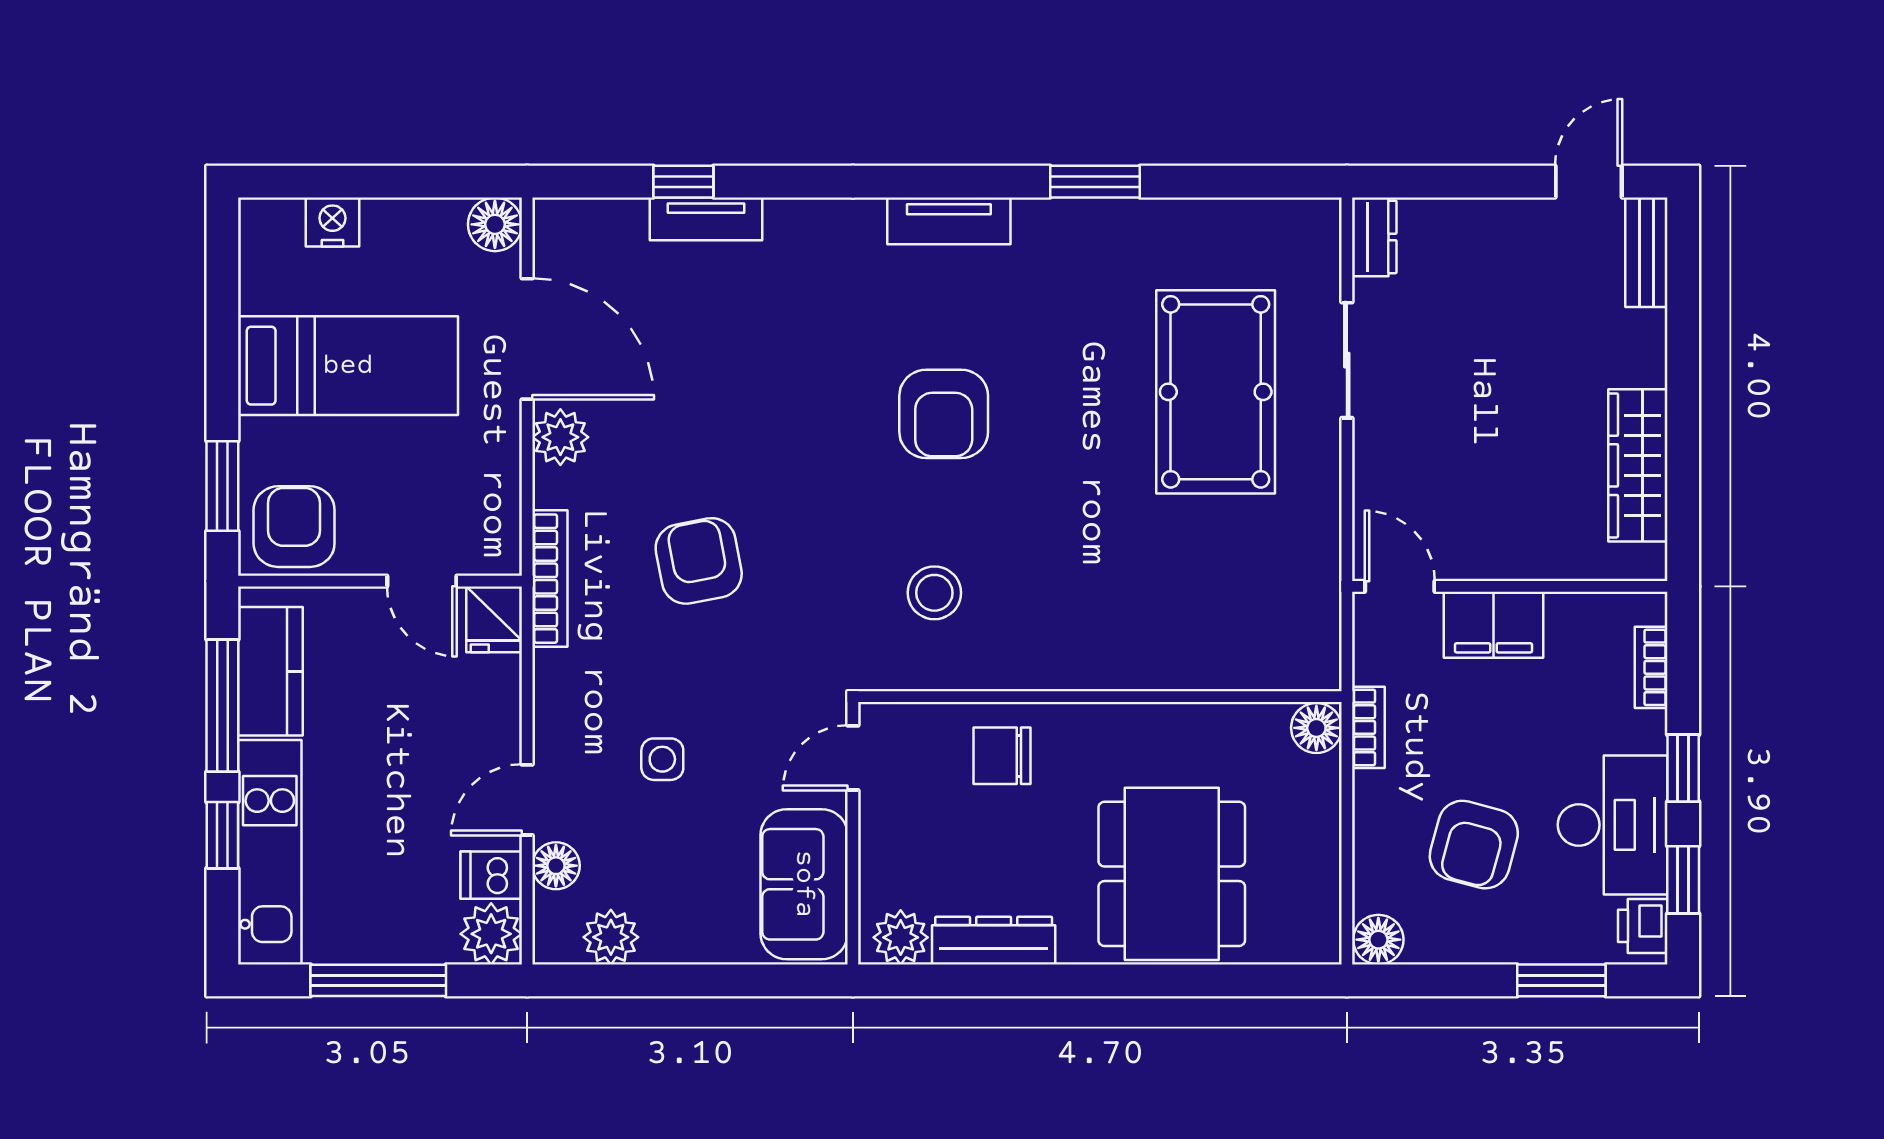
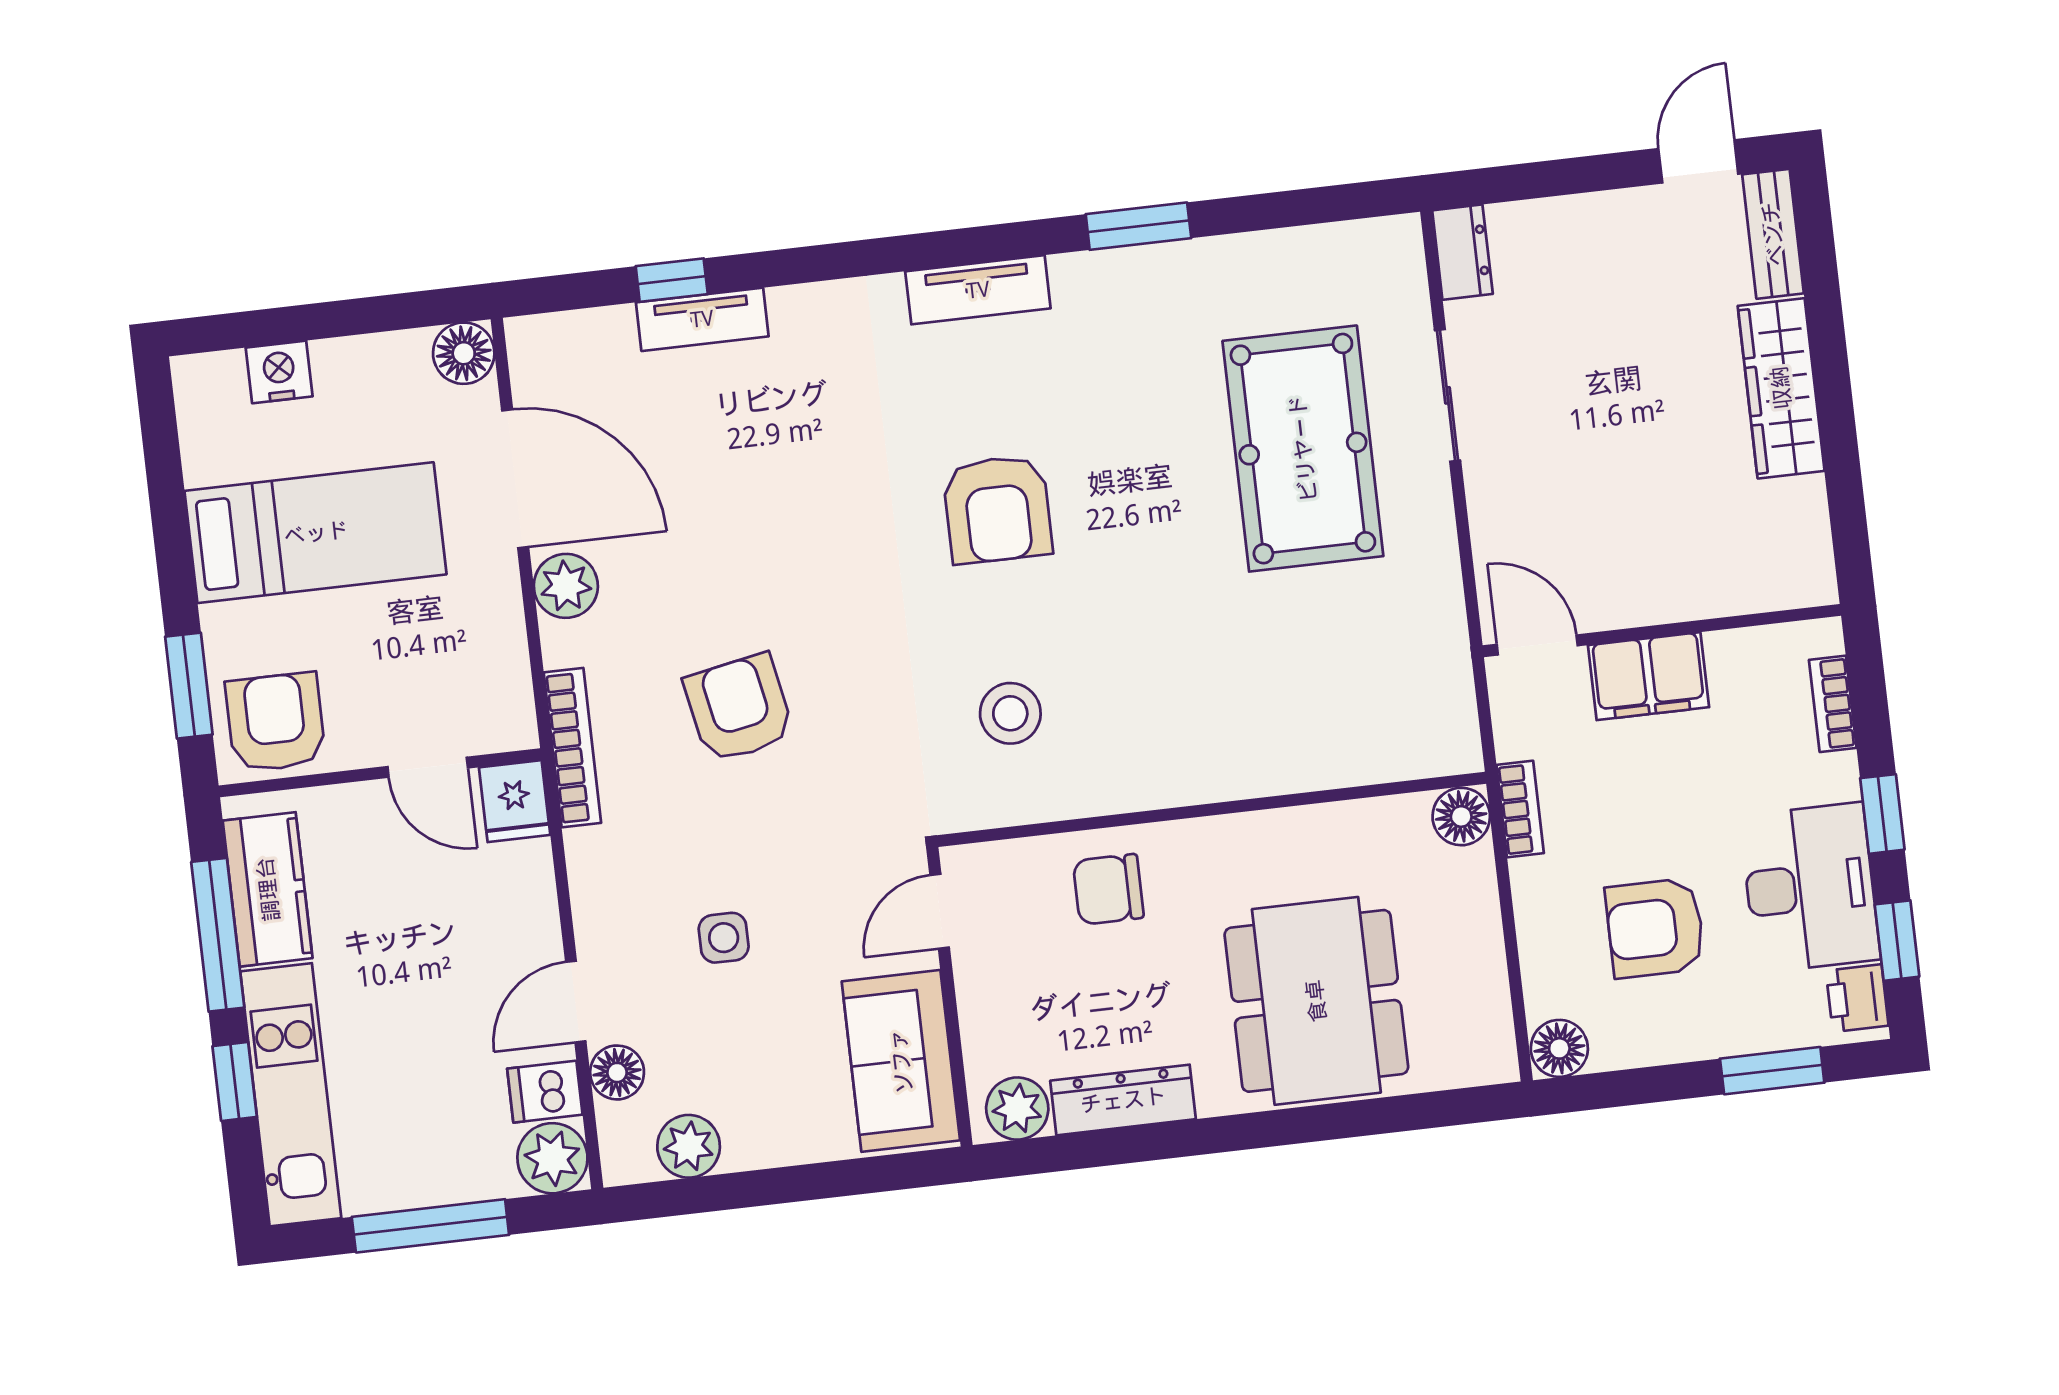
wardrobe: (1638, 465) -> (1781, 388), moved
armchair: (1474, 845) -> (1655, 928), turned 75

